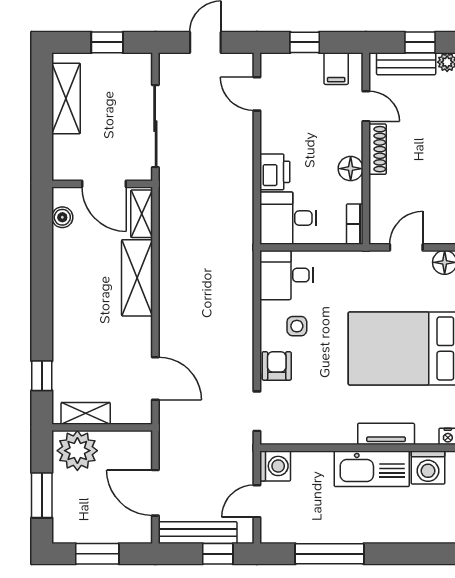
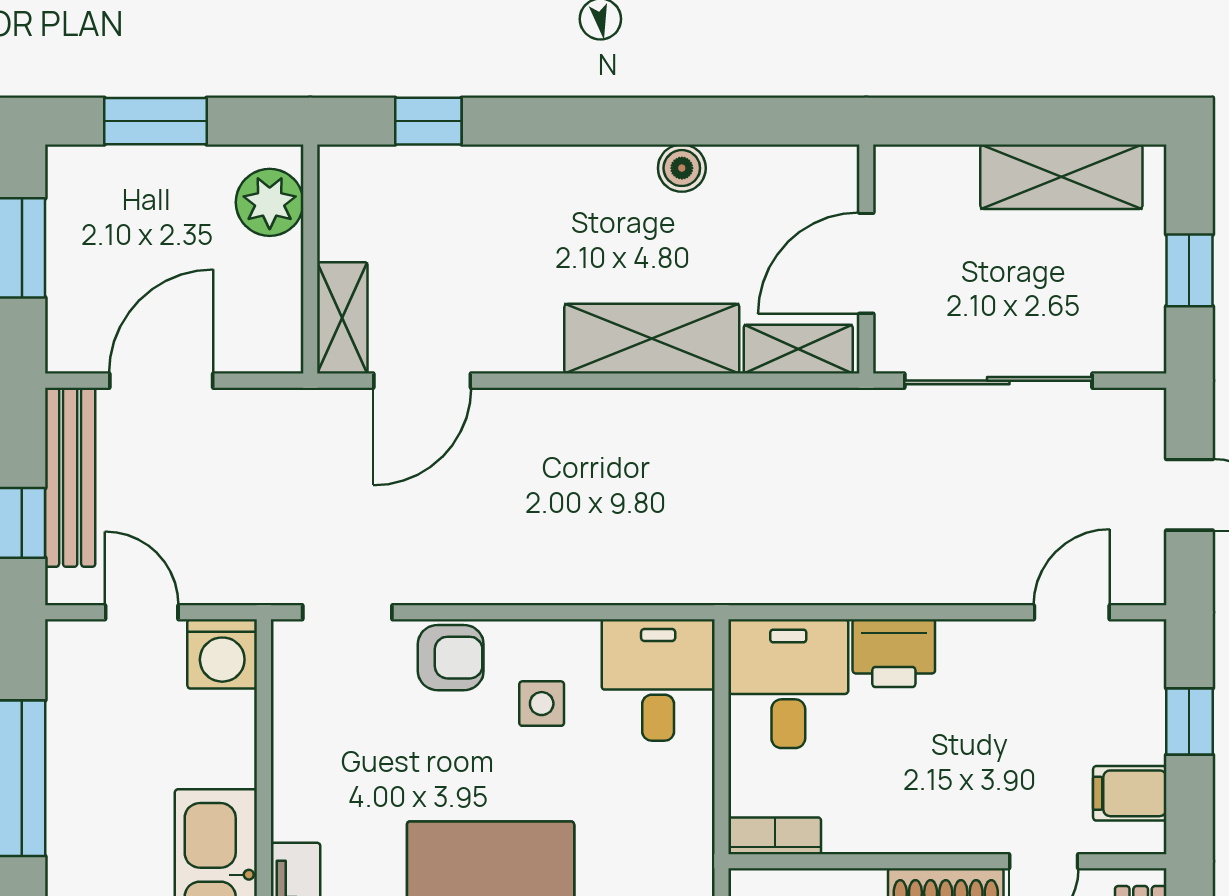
floor lamp: (351, 169) -> (901, 826), removed
boiler: (62, 217) -> (682, 168), moved
shelving: (86, 413) -> (342, 318), moved
plant: (77, 451) -> (270, 202), width x0.73, depth x0.73

